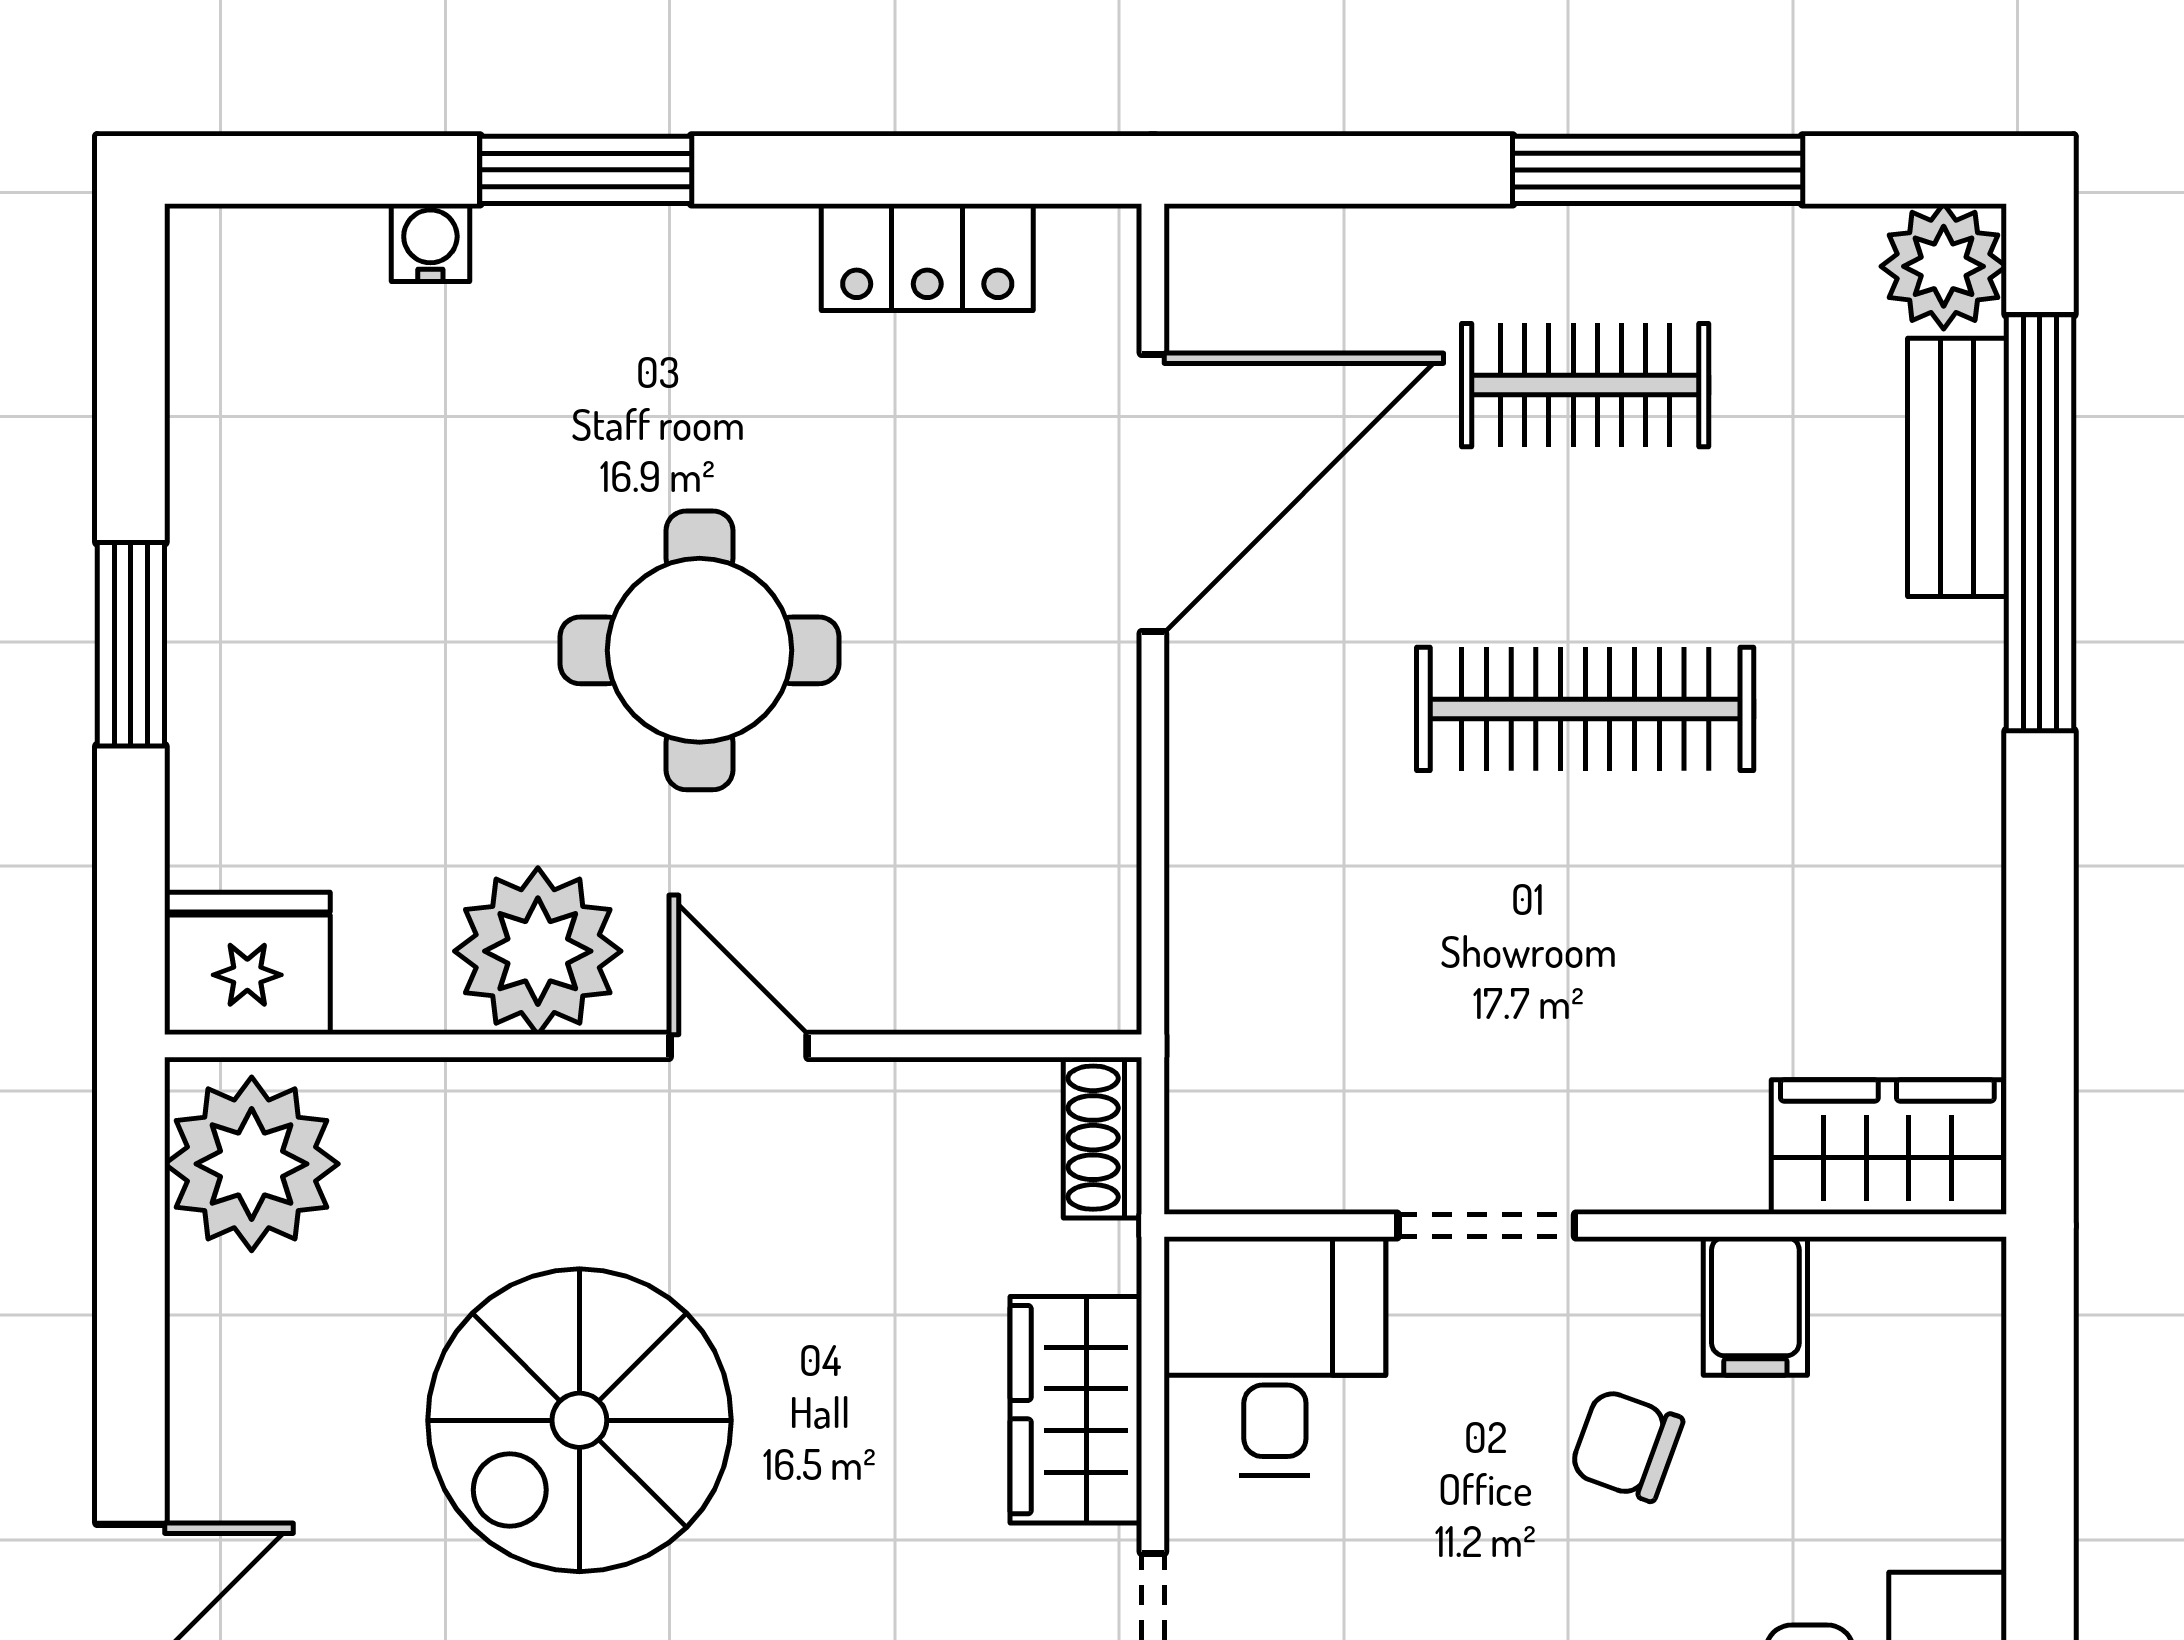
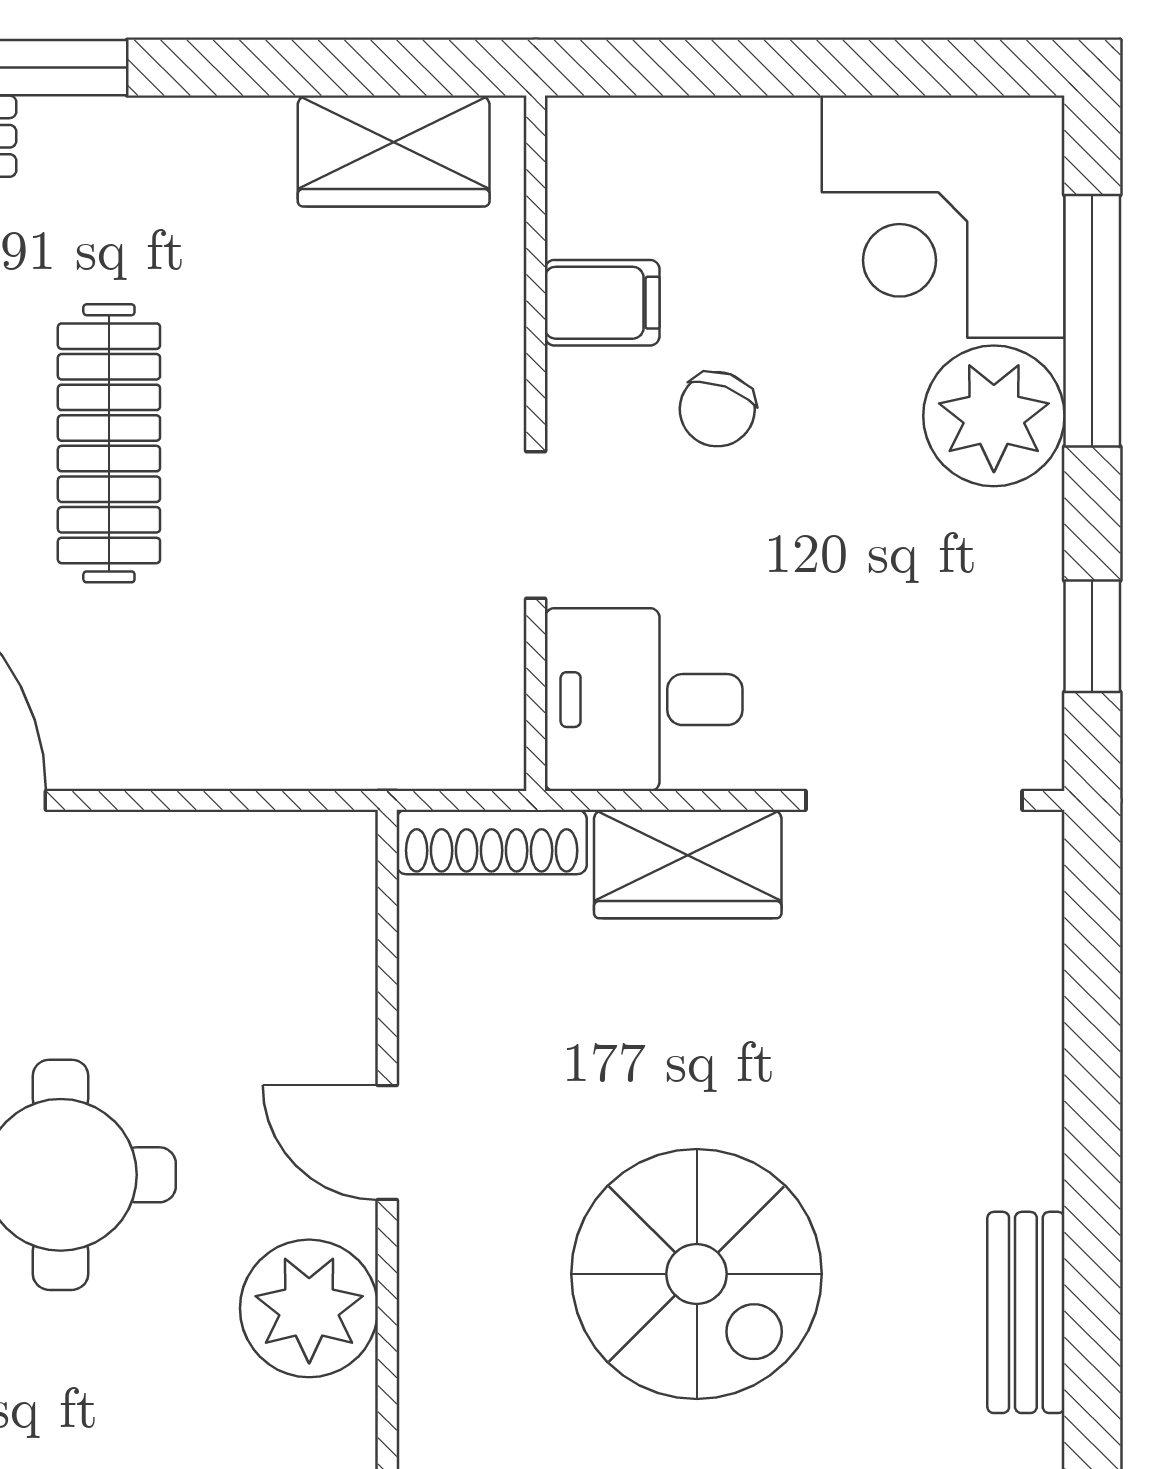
door: (739, 1046) -> (387, 1143), hinge flipped
shoe rack: (1102, 1138) -> (492, 842), width x1.43
wardrobe: (1887, 1147) -> (394, 151), moved, turned -90

